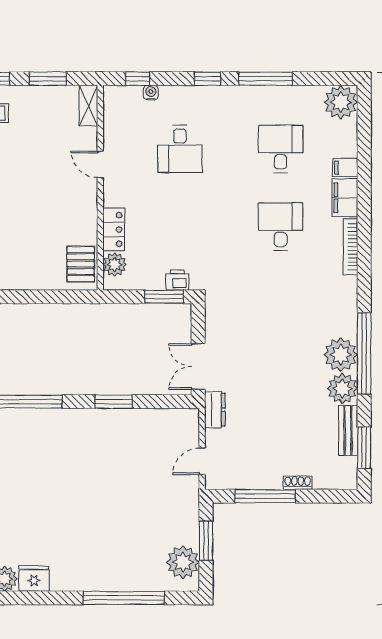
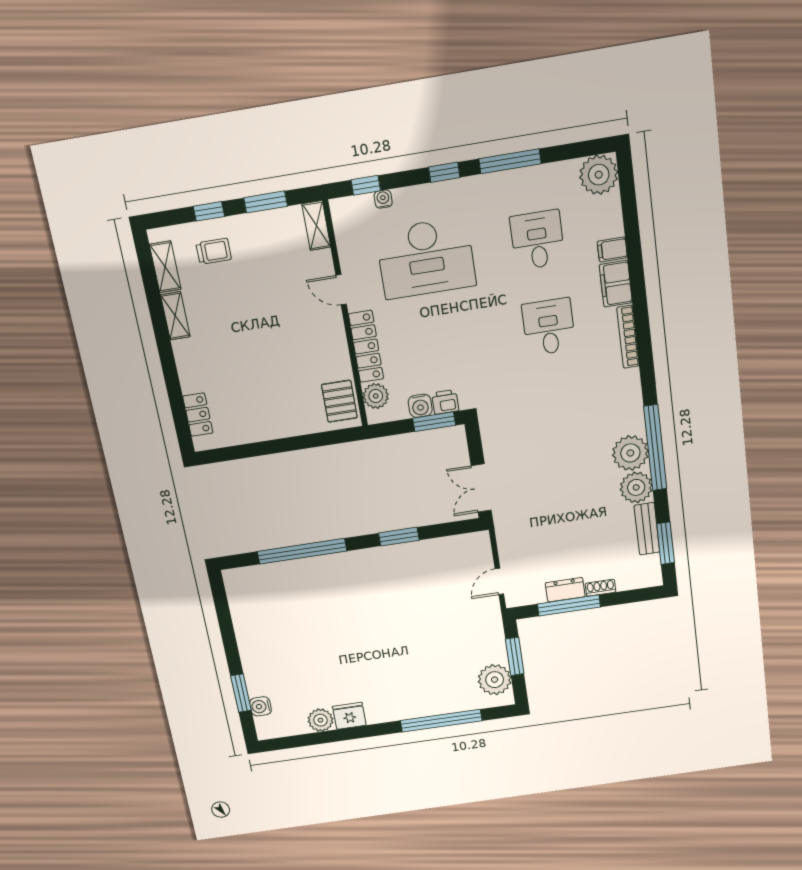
desk: (180, 149) -> (426, 258), width x1.87, depth x1.30
locker: (114, 229) -> (366, 346), width x1.53
water cooler: (154, 280) -> (420, 406), added
dresser: (215, 410) -> (565, 590), moved, turned -90

